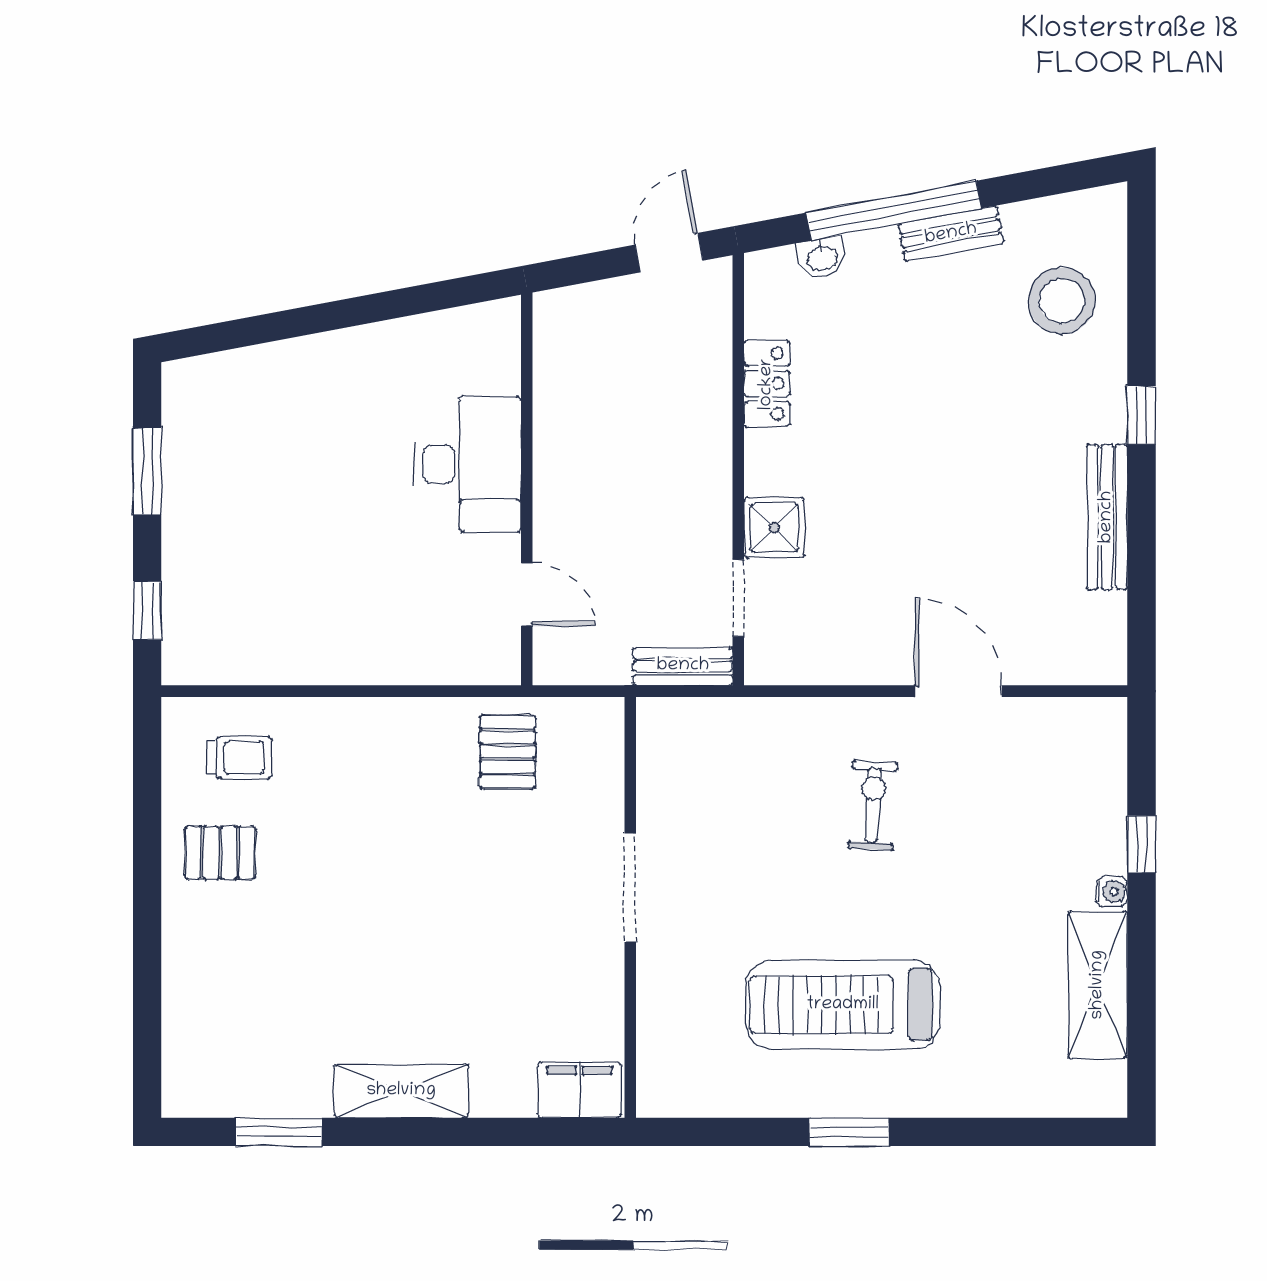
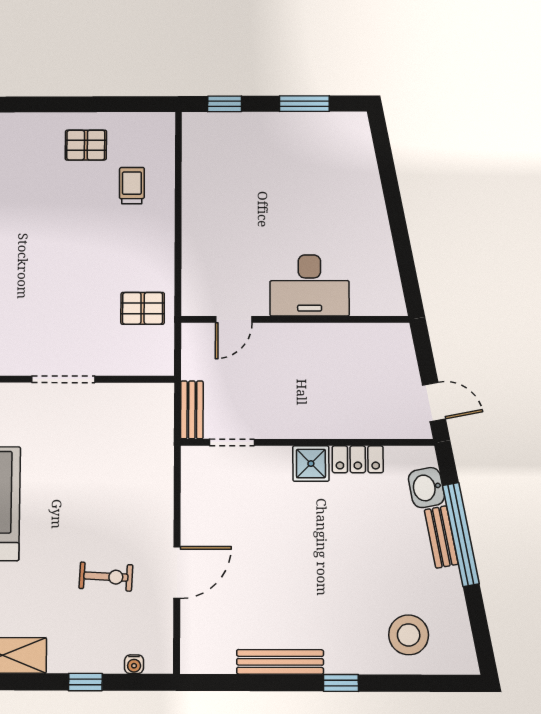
bench: (951, 234) -> (441, 537), moved
washbasin: (822, 258) -> (426, 488), width x1.38, depth x1.45
shower: (774, 527) -> (311, 464), moved
trolley: (240, 758) -> (132, 186), moved, turned 180
exercise bike: (873, 805) -> (106, 577), moved
pallet: (220, 853) -> (86, 145), turned 90
water cooler: (1112, 891) -> (134, 664), moved

